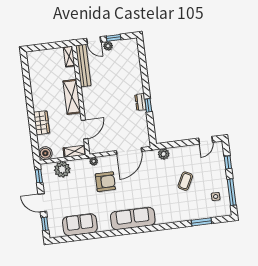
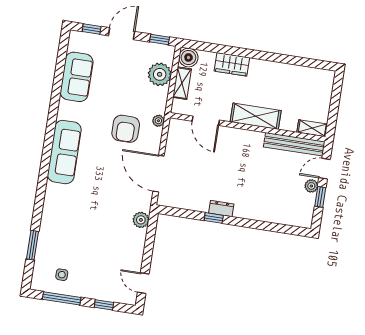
shelving: (75, 151) -> (182, 83), moved
coffee table: (185, 181) -> (95, 239), removed

